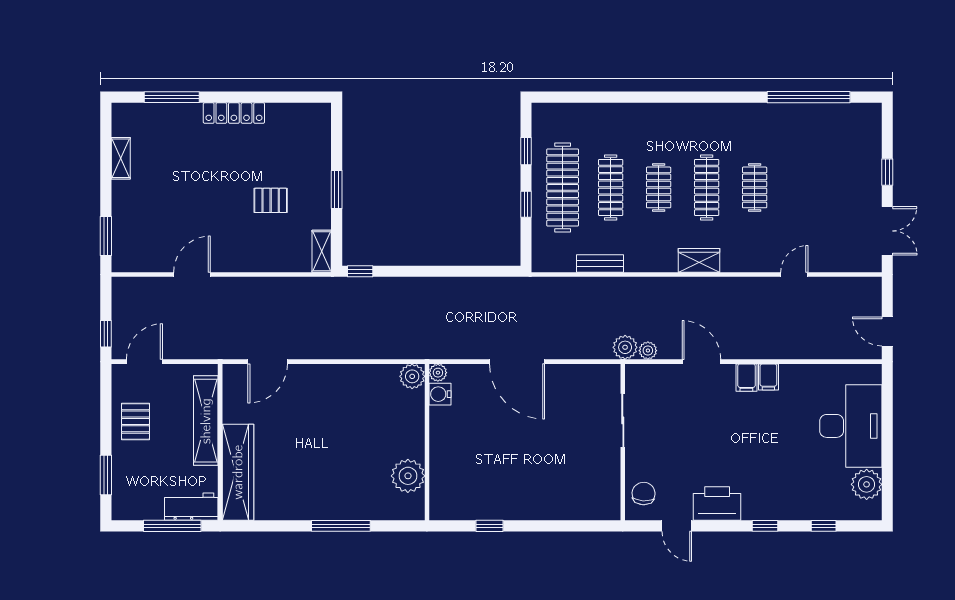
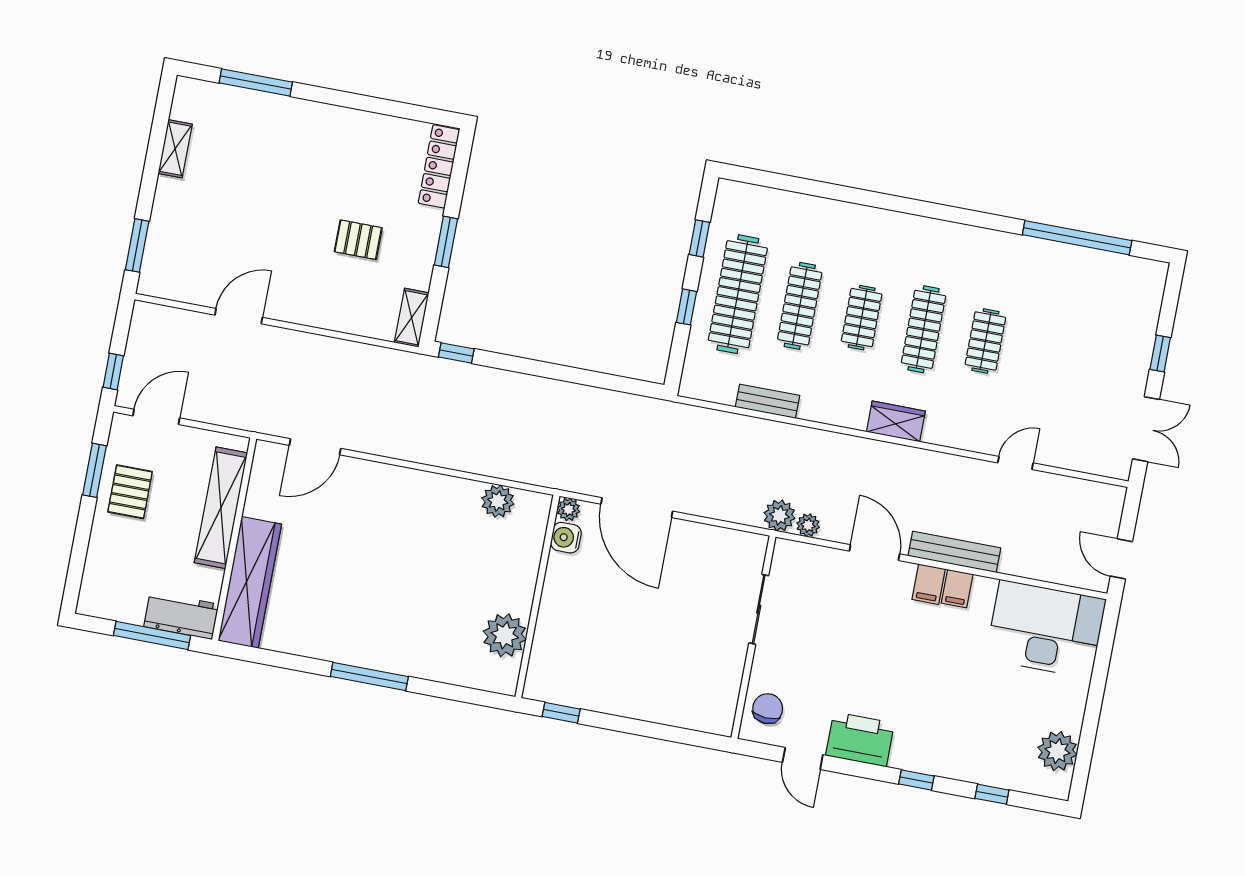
locker: (234, 113) -> (439, 166), moved, turned 90
bench: (761, 350) -> (954, 552), added
plant: (438, 373) -> (568, 509), moved
water cooler: (440, 394) -> (566, 538), moved
desk: (851, 426) -> (1046, 629), moved, turned -90
wall: (427, 442) -> (537, 596), moved
window: (106, 475) -> (95, 470), moved
plant: (408, 476) -> (505, 635), moved

